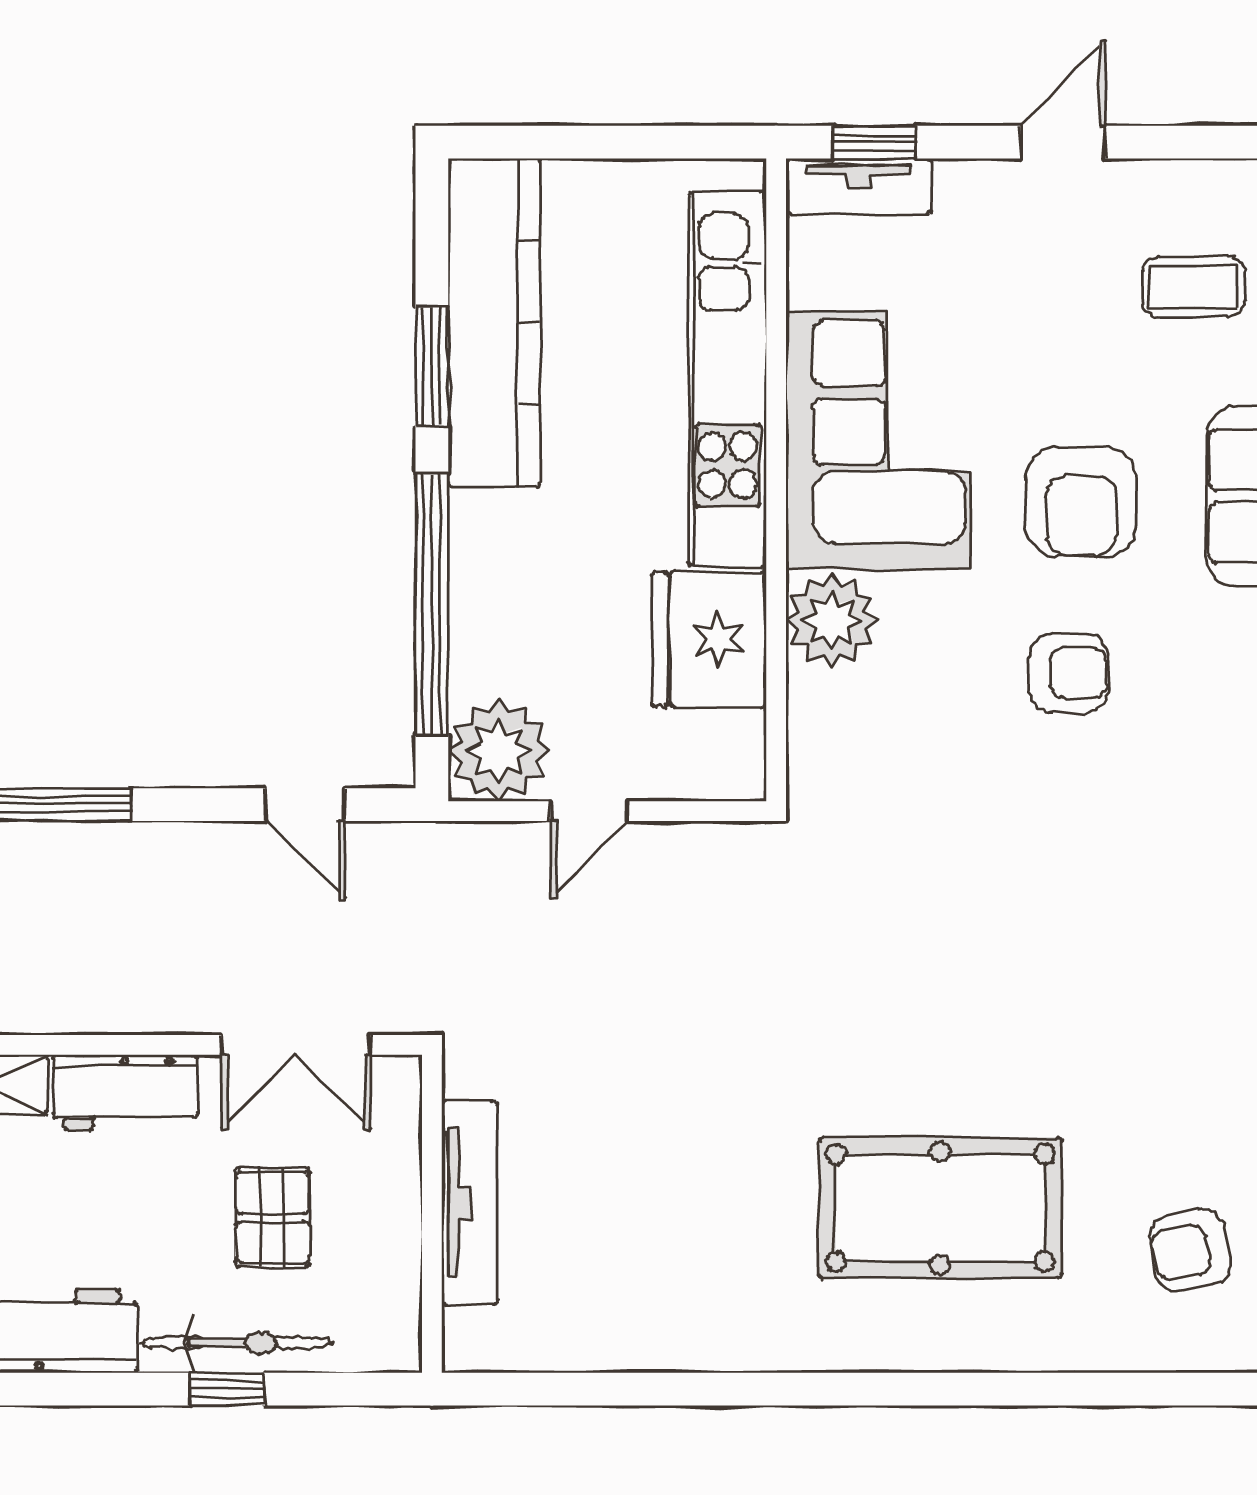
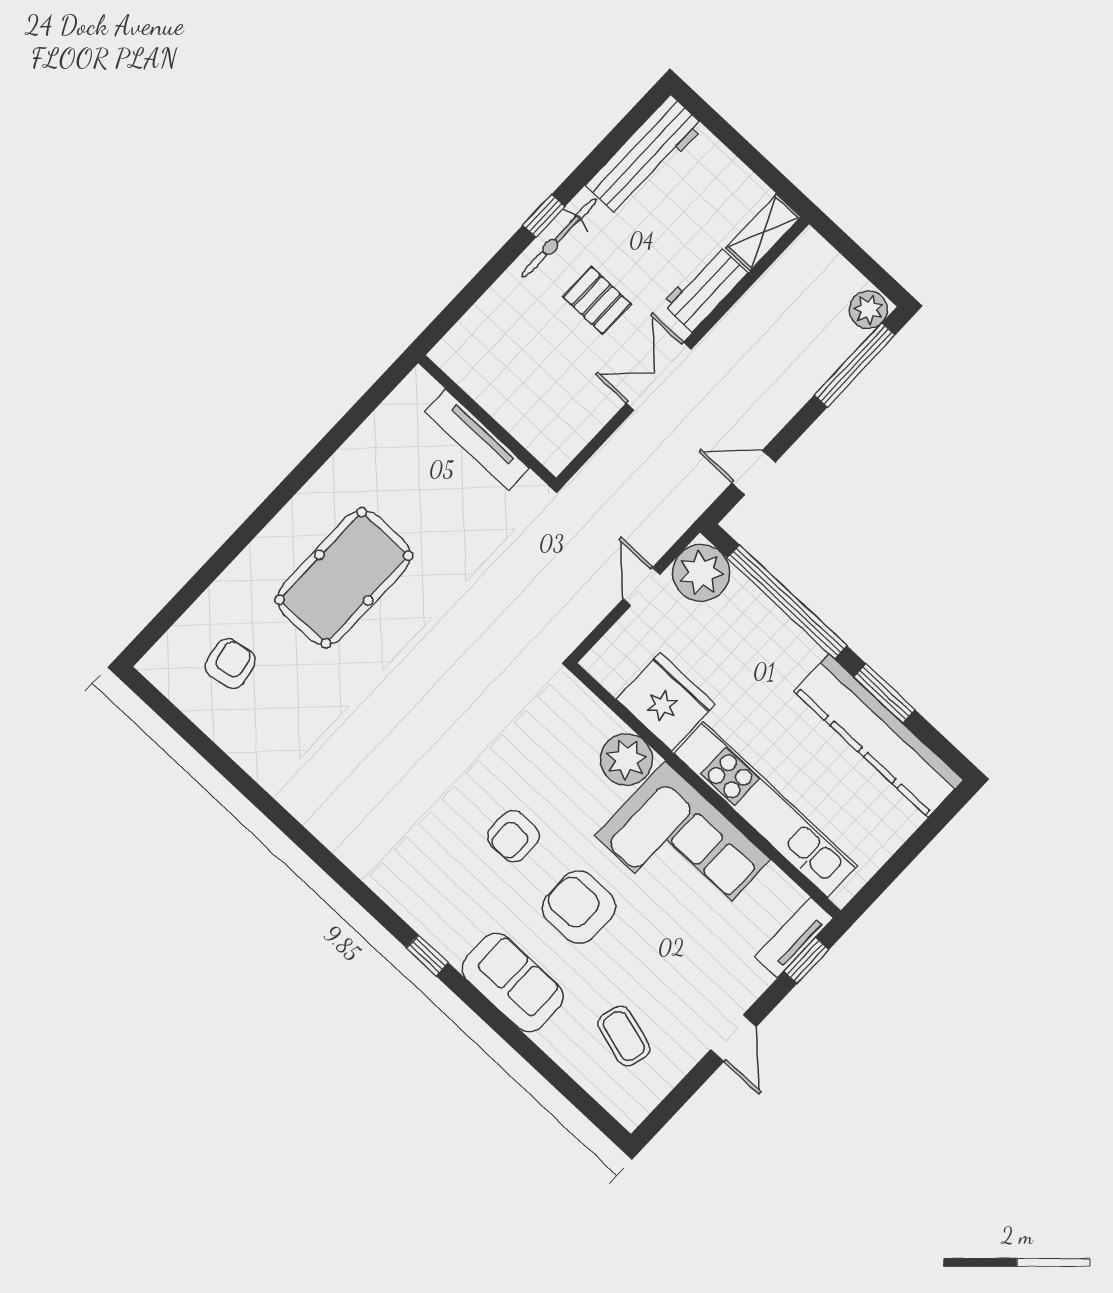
coffee table: (1193, 287) -> (624, 1036), turned -74
tv unit: (469, 1203) -> (477, 440), moved
wall: (432, 1214) -> (487, 420), moved

